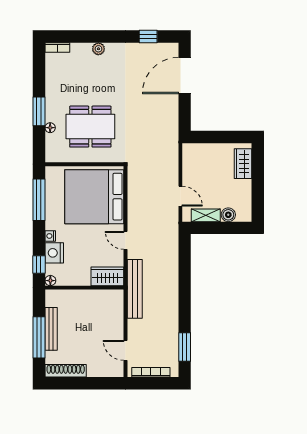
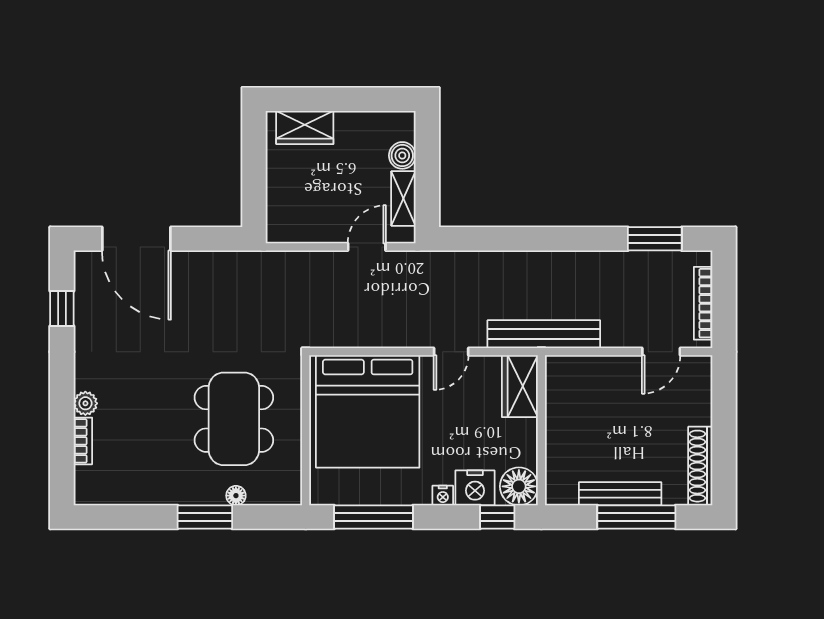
bookcase: (57, 47) -> (83, 441), moved
floor lamp: (50, 281) -> (519, 486), width x1.89, depth x1.89

